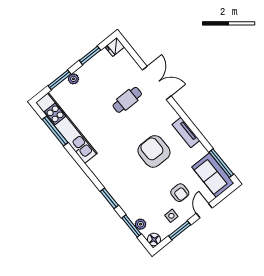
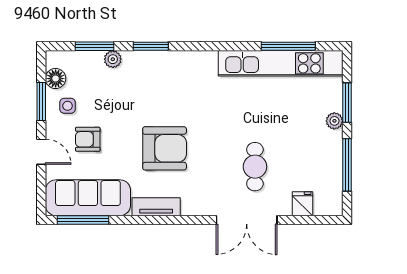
fridge: (115, 47) -> (302, 204), moved
window: (90, 55) -> (347, 165), width x1.44
sofa: (213, 175) -> (88, 198), width x1.36
plant: (140, 224) -> (113, 59), moved
floor lamp: (154, 239) -> (56, 79), moved

